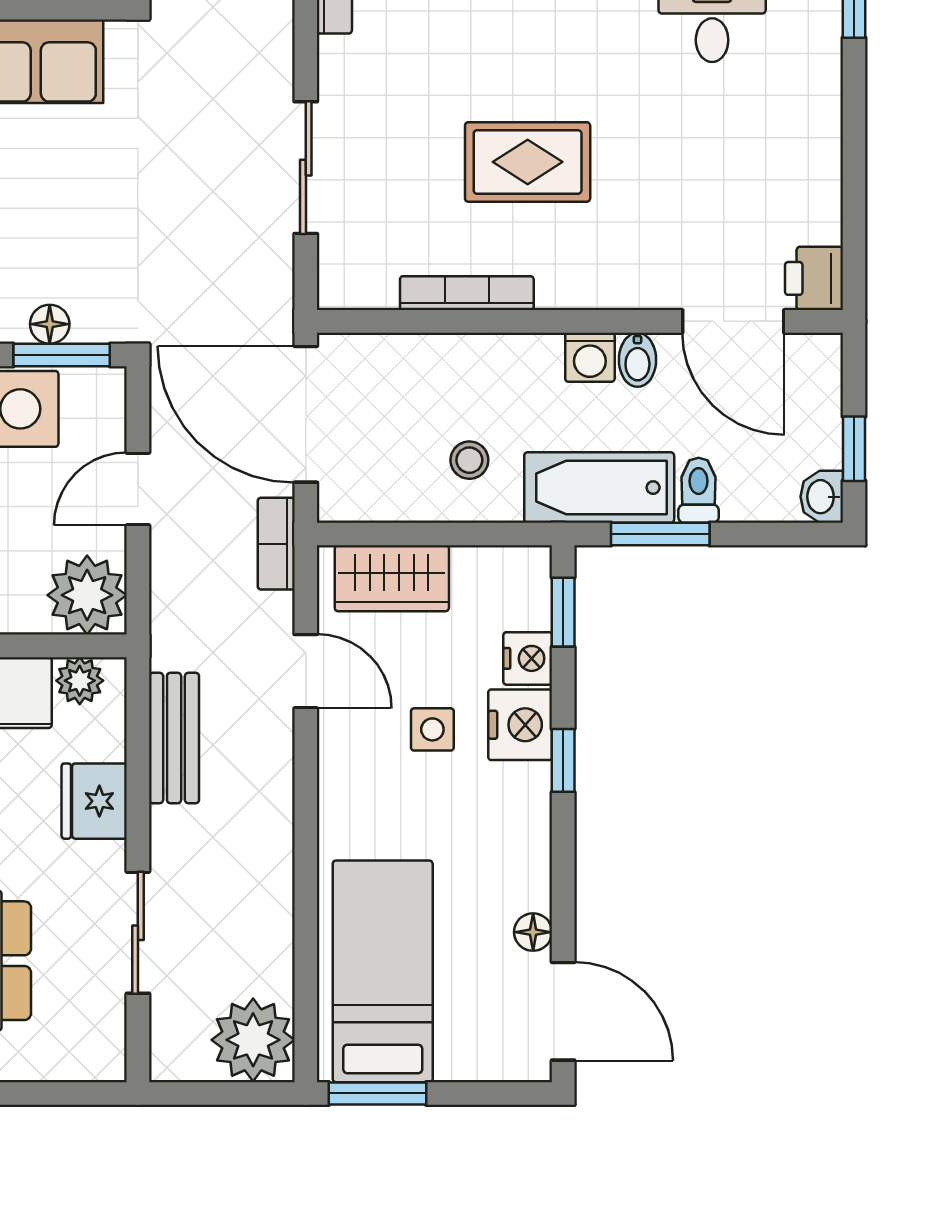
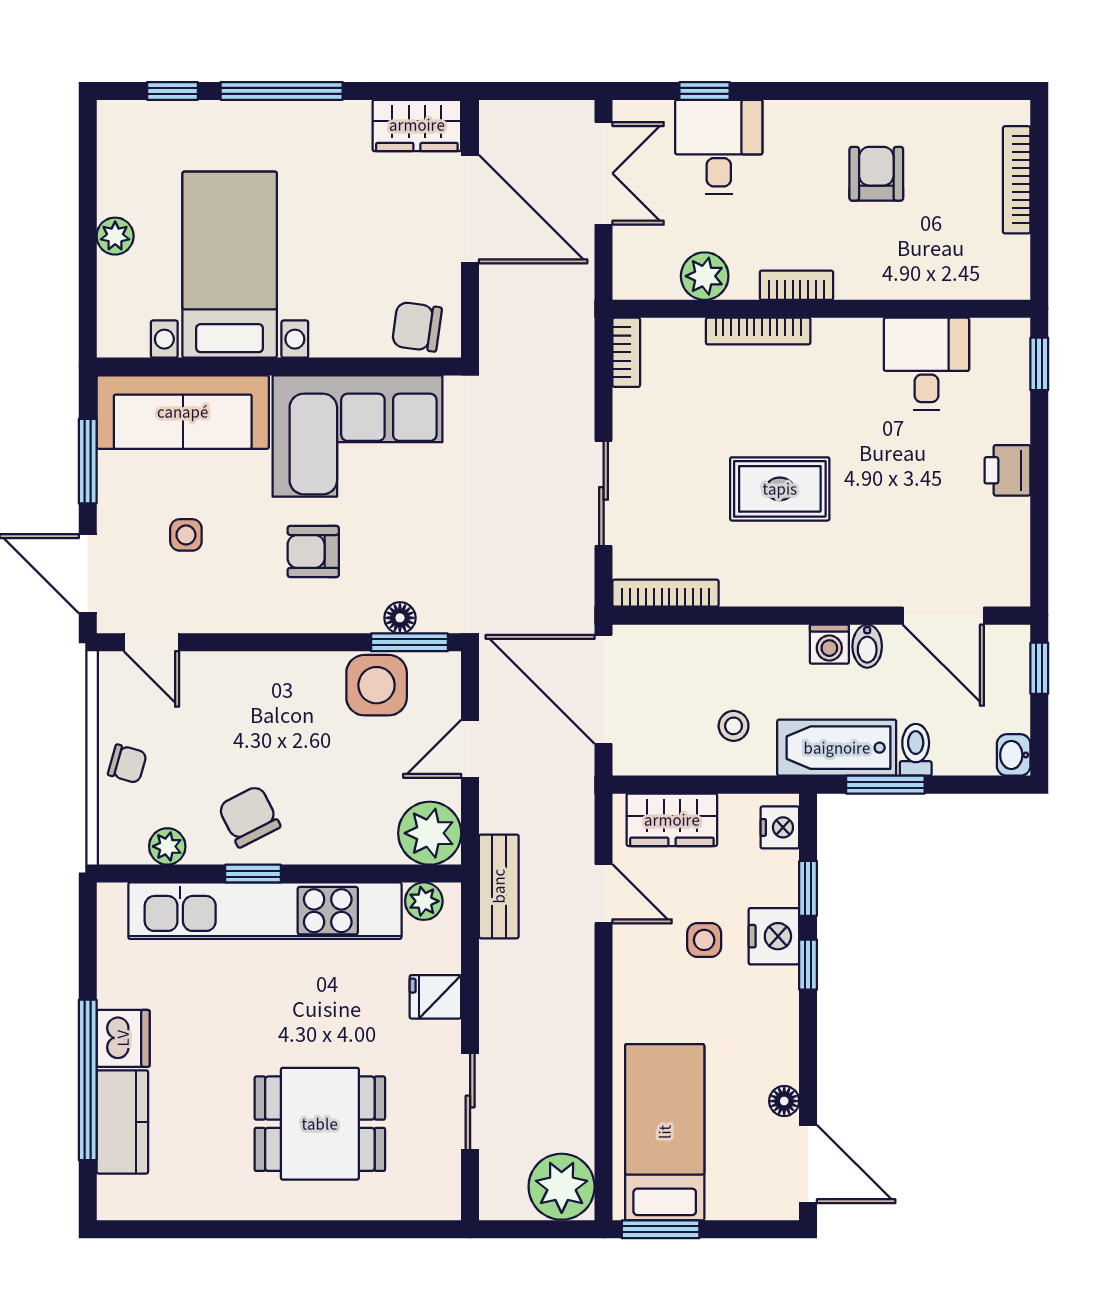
printer: (814, 278) -> (1007, 470), moved
bookcase: (467, 293) -> (665, 593), moved
window: (854, 449) -> (1039, 668), moved
bookcase: (276, 544) -> (580, 792), removed
window: (563, 612) -> (808, 888), moved
nightstand: (528, 658) -> (780, 827), moved
bench: (174, 738) -> (499, 886), moved
fridge: (94, 801) -> (435, 997), width x0.72

